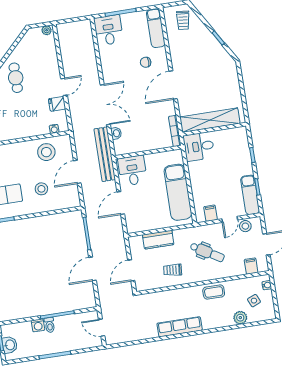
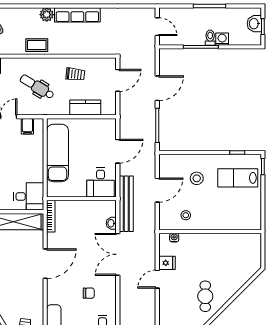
chair: (146, 62) -> (89, 293), moved
stool: (46, 152) -> (186, 215), width x0.53, depth x0.53
plant: (240, 318) -> (47, 15), moved

